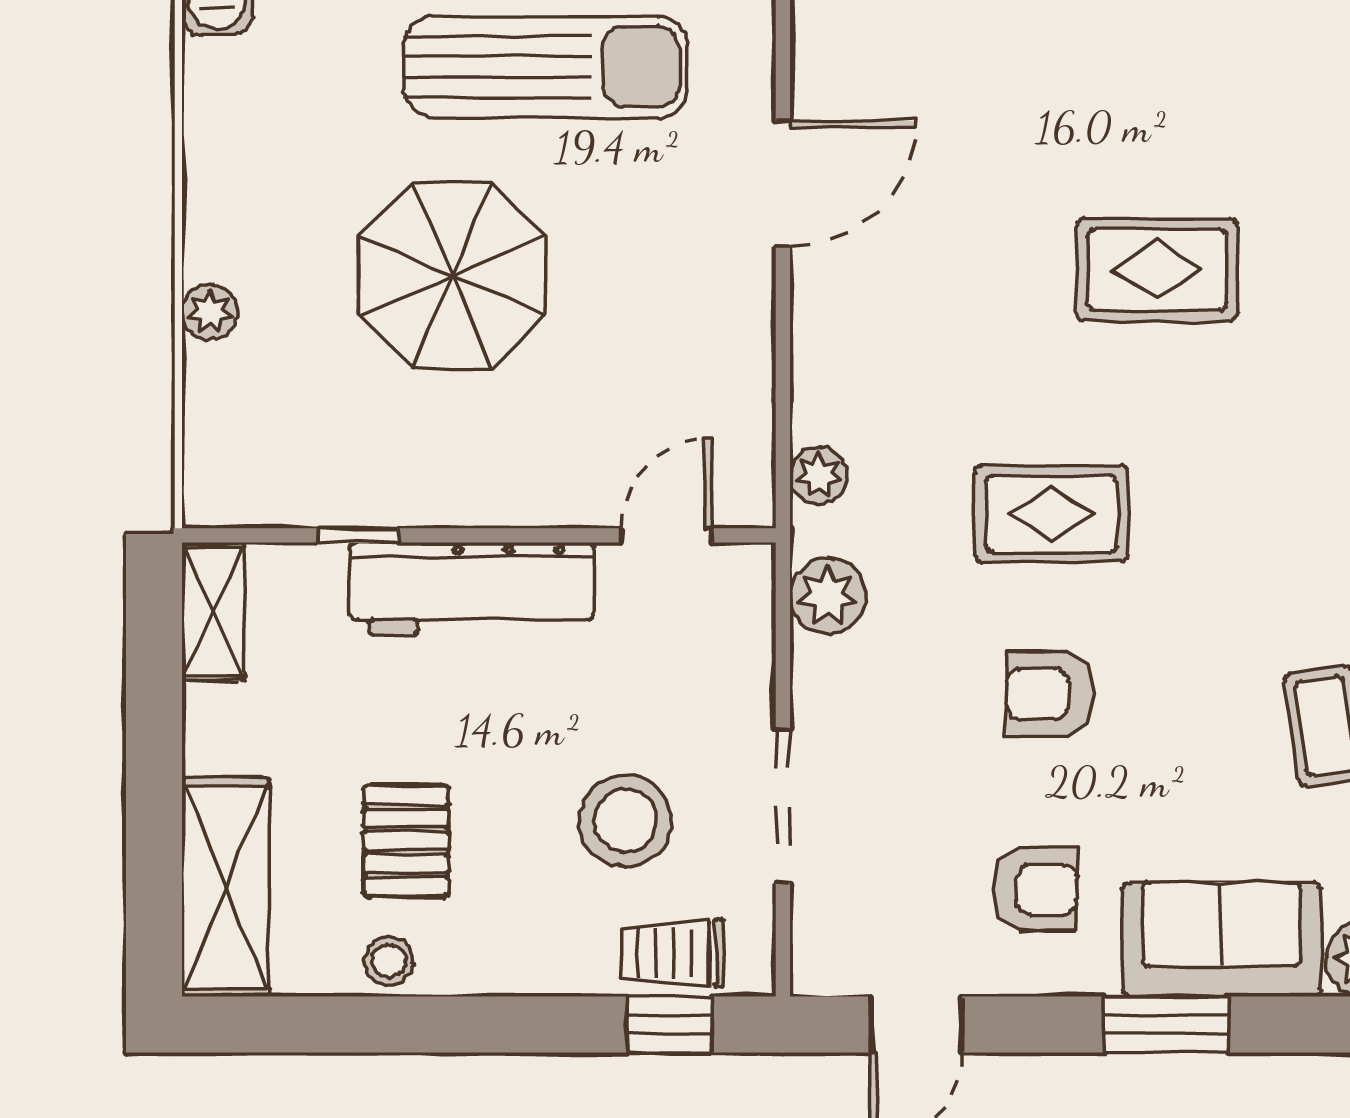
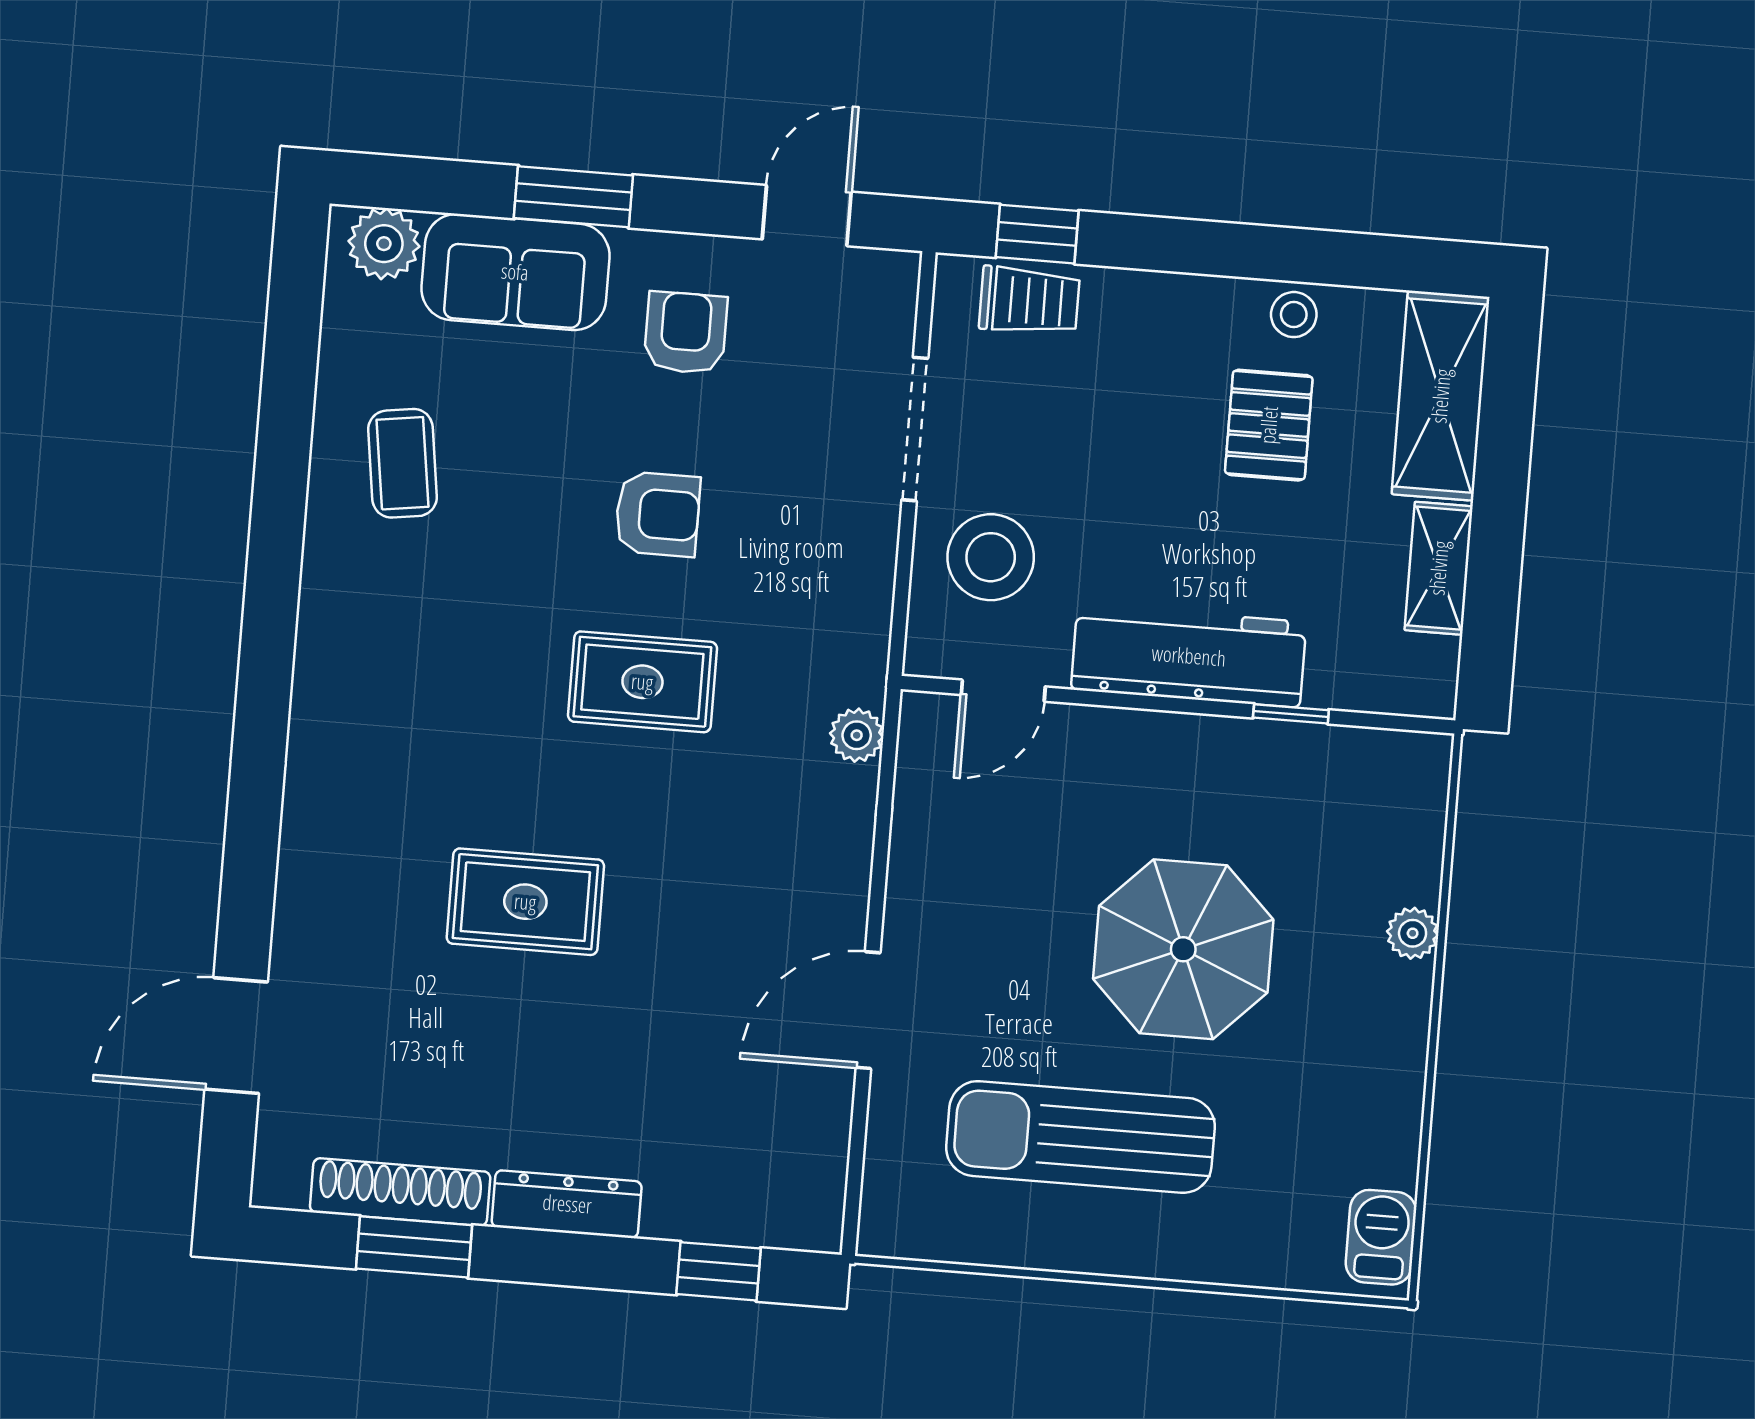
plant: (828, 596) -> (857, 622), removed
shelving: (213, 611) -> (1439, 568), moved
stool: (626, 821) -> (991, 557), moved
armchair: (1035, 889) -> (686, 333), turned 90

